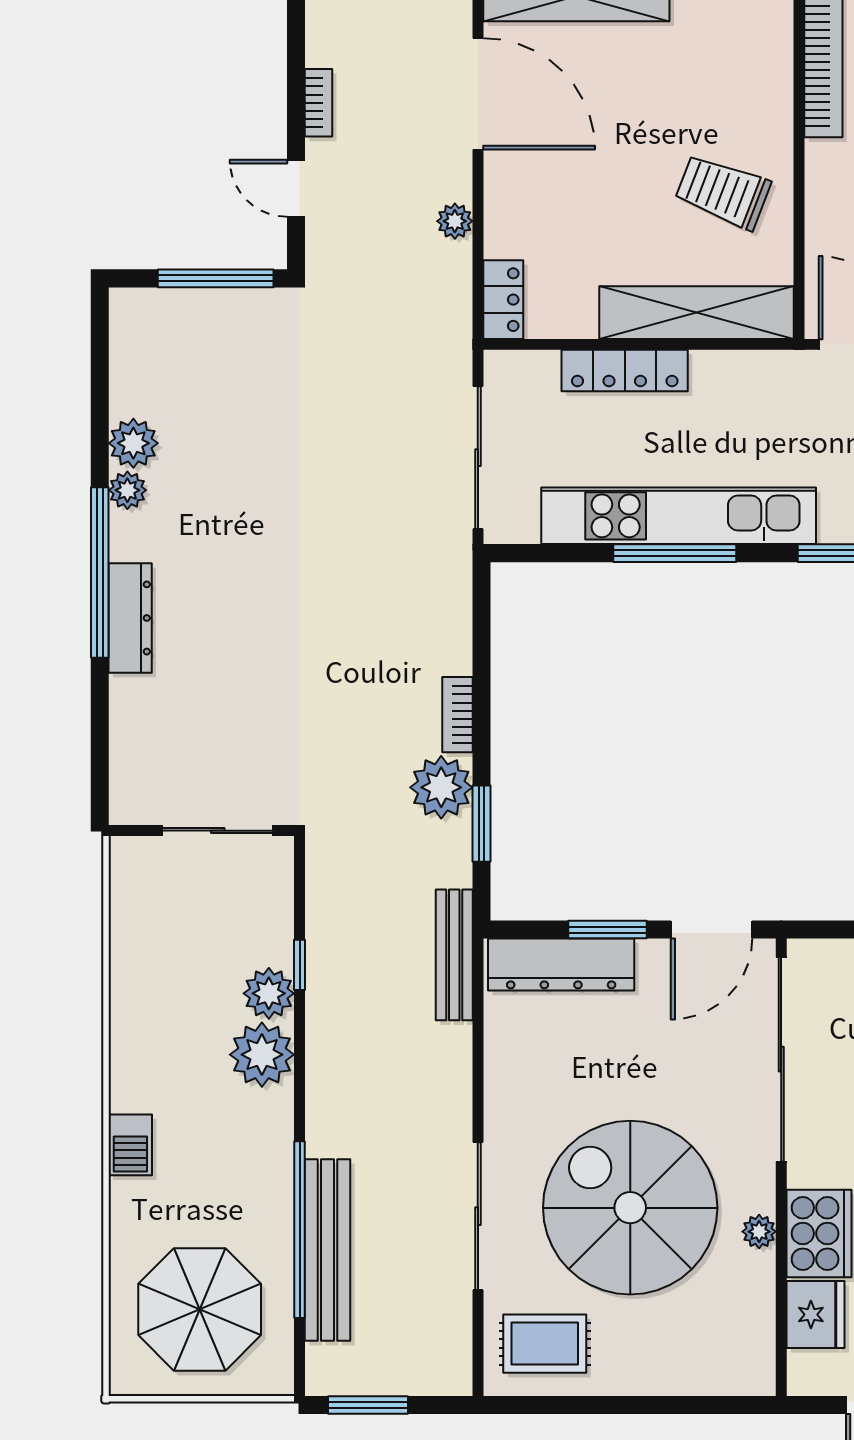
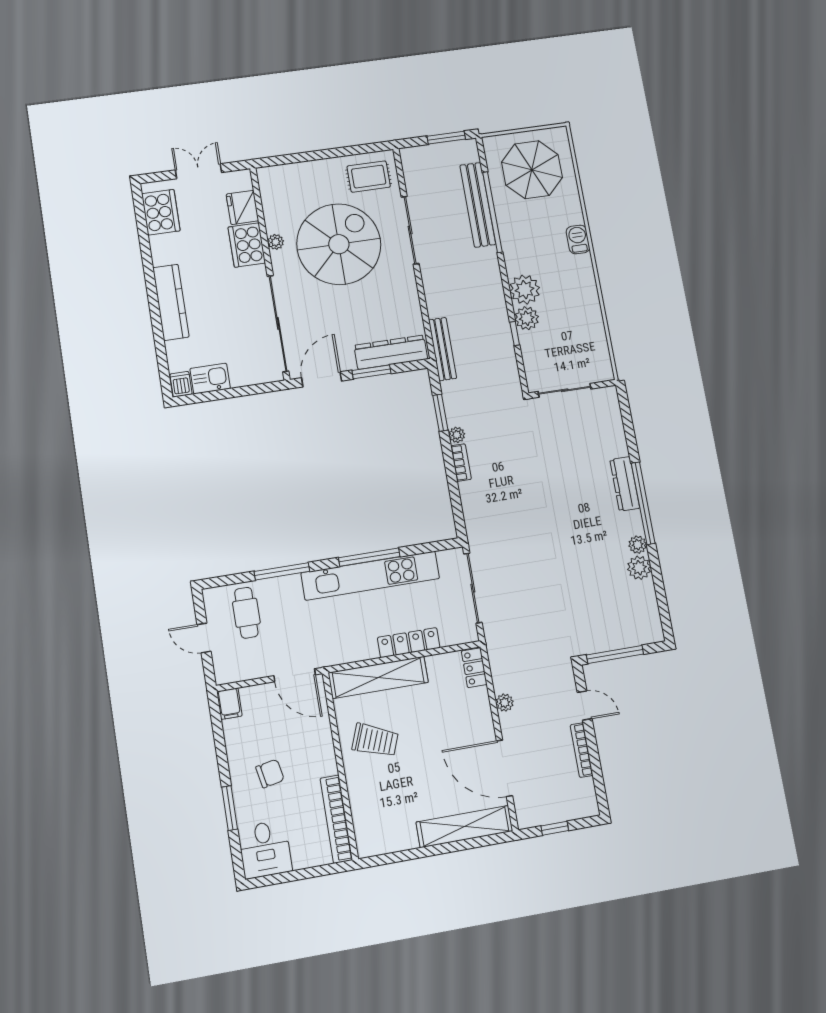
bookcase: (318, 103) -> (582, 750), width x1.56
plant: (441, 787) -> (457, 435), width x0.53, depth x0.53
spiral stairs: (630, 1208) -> (339, 244), turned -90

